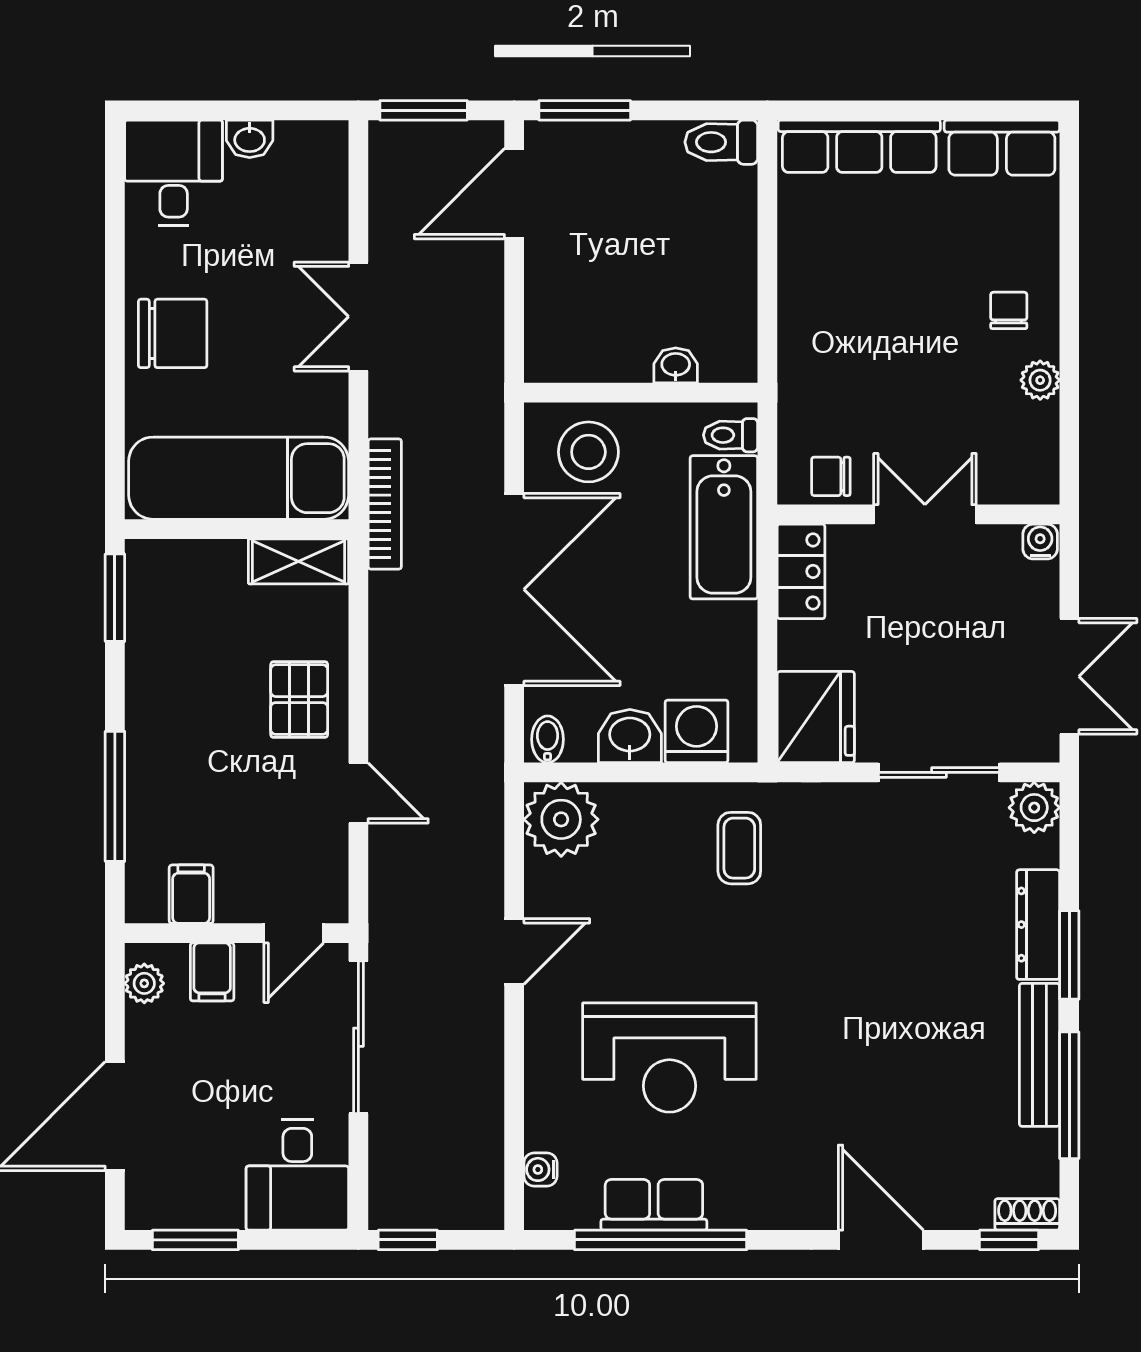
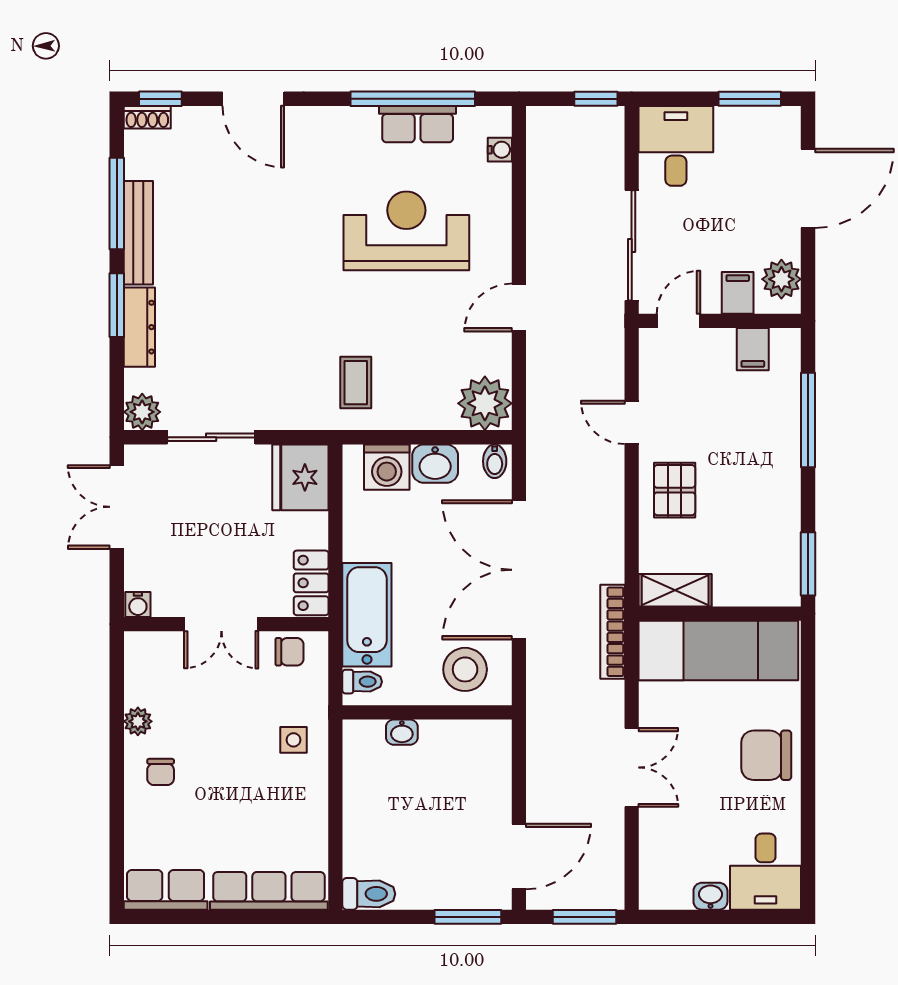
side table: (825, 355) -> (293, 740), added
plant: (144, 983) -> (781, 279), width x1.38, depth x1.38

